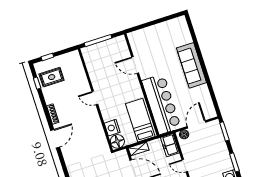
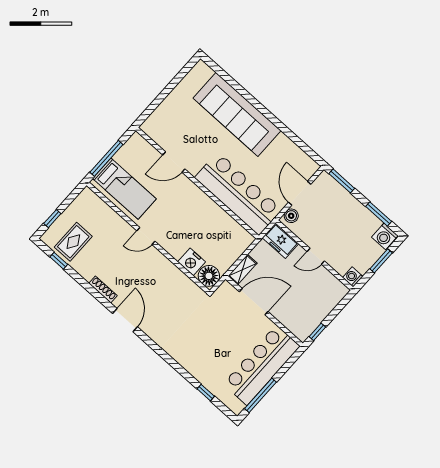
sofa: (192, 65) -> (237, 114), width x1.36, depth x1.27
bed: (140, 120) -> (124, 189), moved, turned 180

